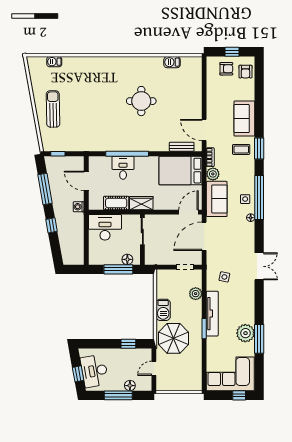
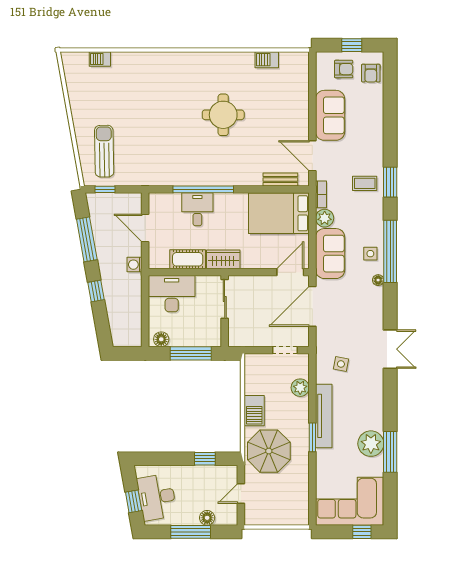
sun lounger: (53, 109) -> (104, 151), moved
sofa: (244, 119) -> (330, 115), moved, turned 180
floor lamp: (127, 259) -> (161, 339), moved

